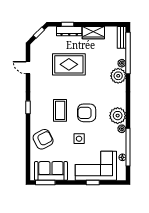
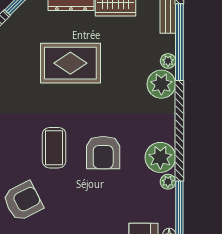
armchair: (87, 113) -> (103, 152), turned -90
side table: (79, 139) -> (89, 200), removed

